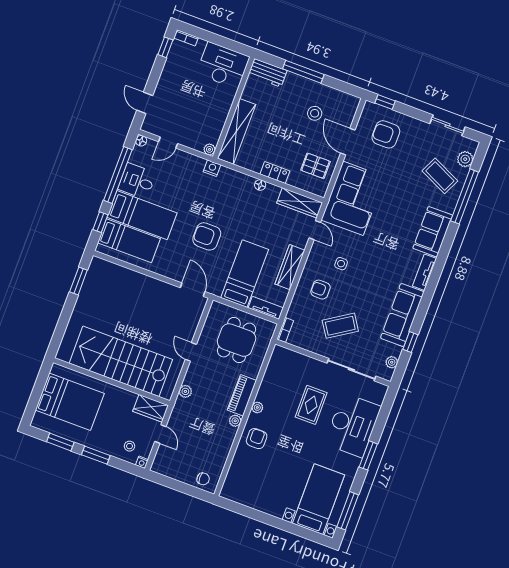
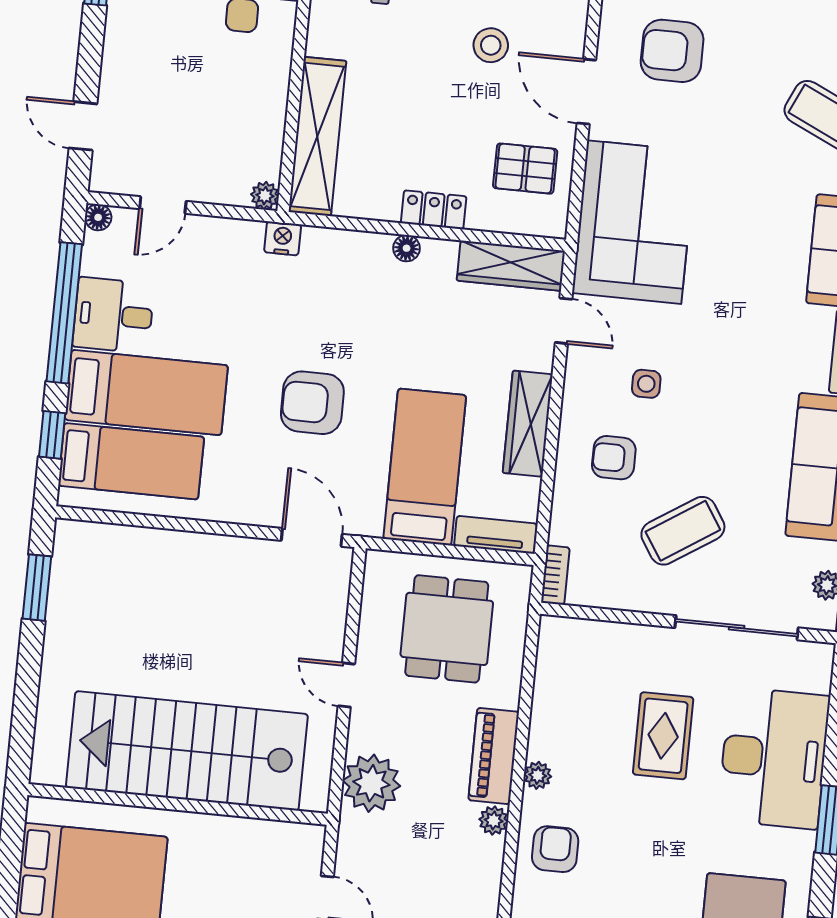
plant: (185, 391) -> (371, 783), width x1.88, depth x1.88
wardrobe: (151, 408) -> (286, 843), removed

